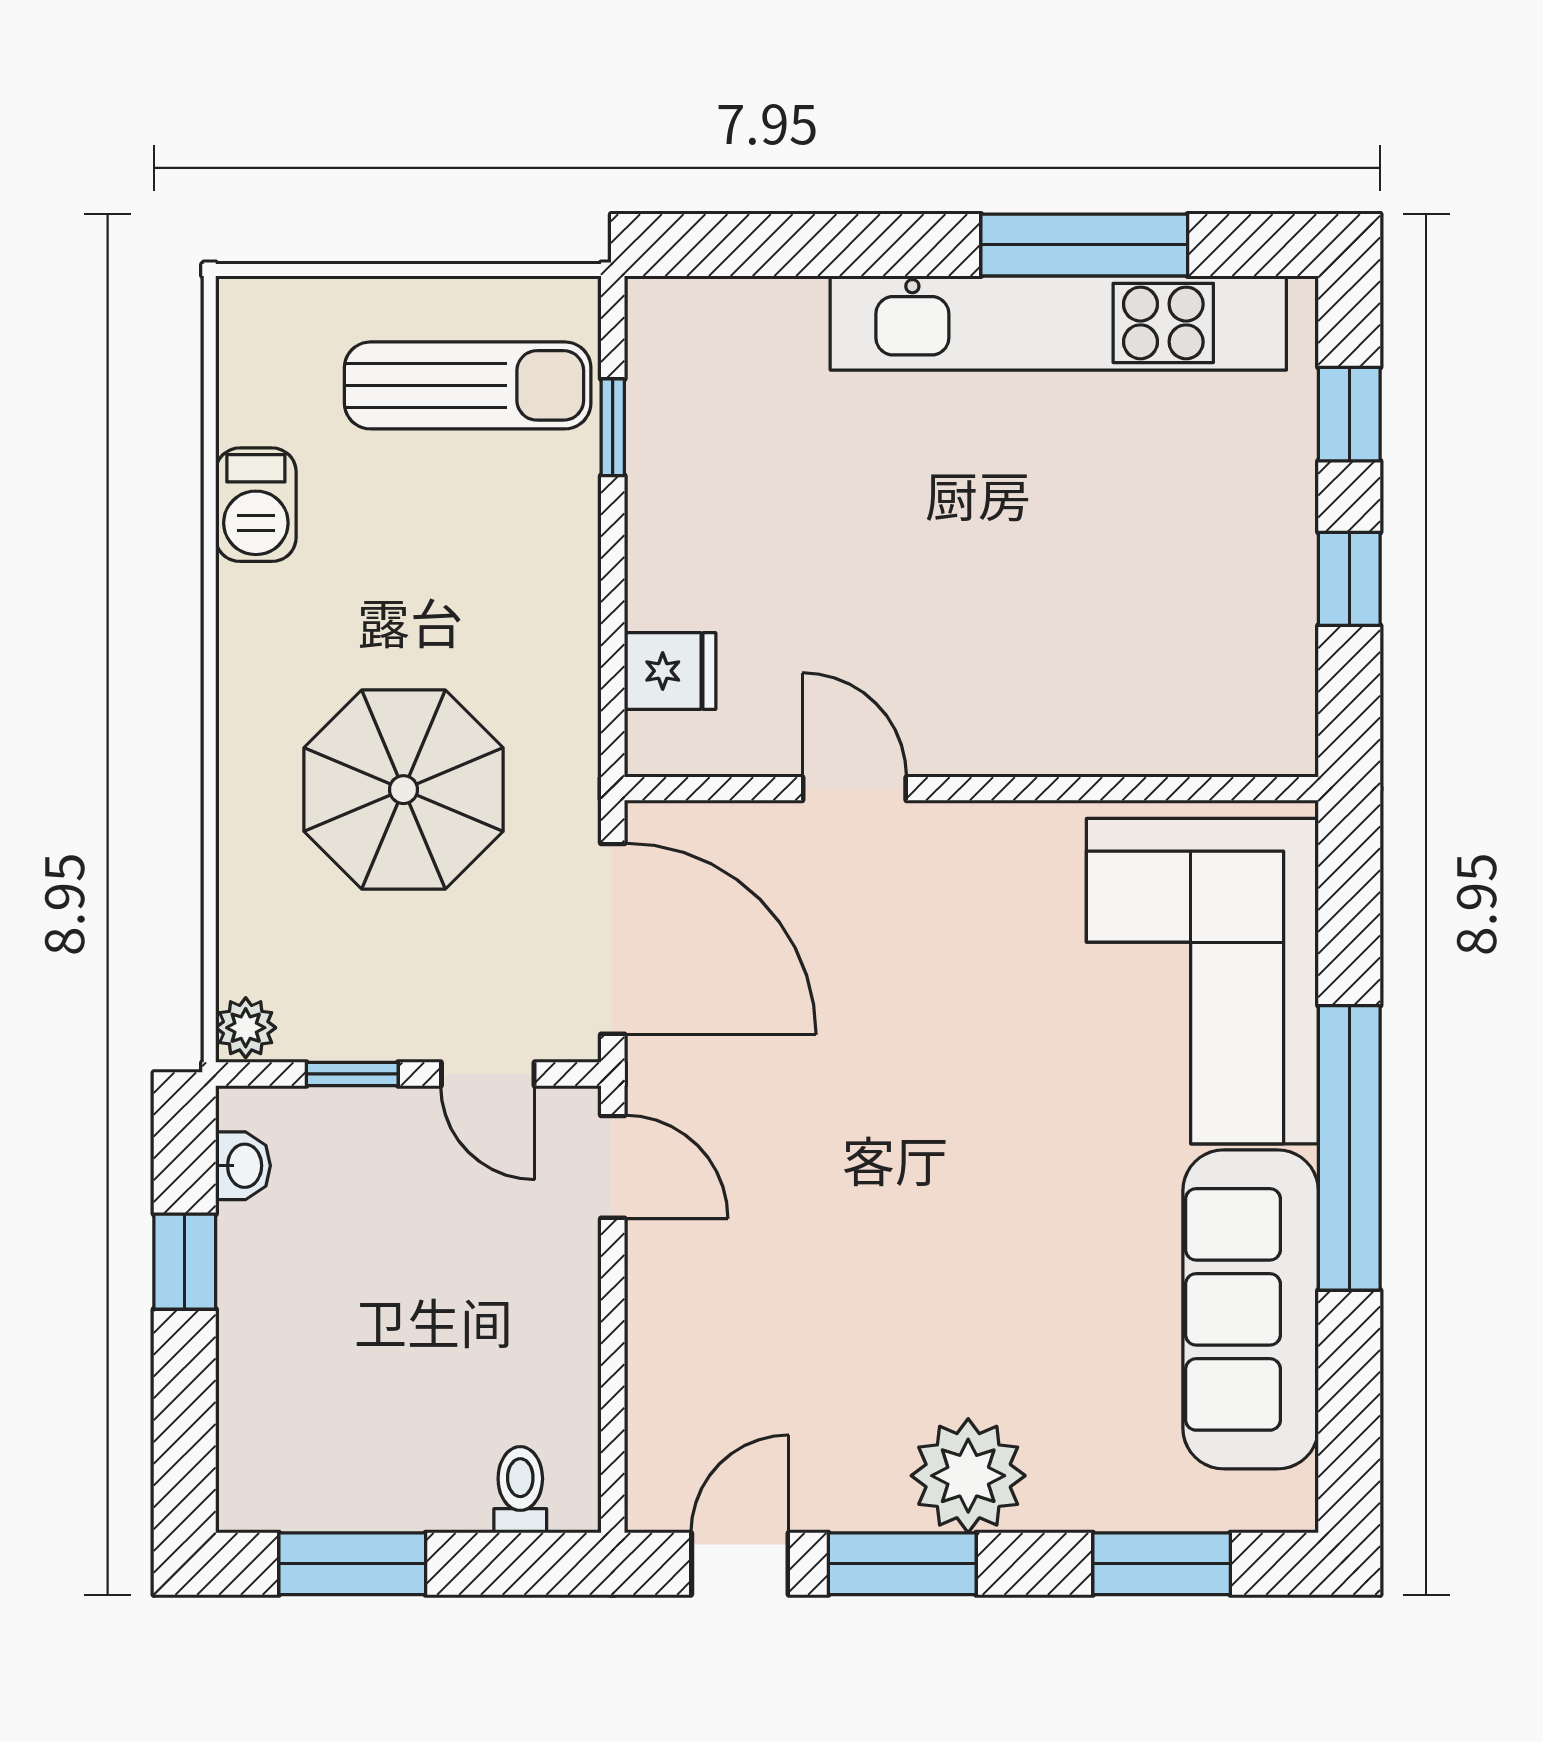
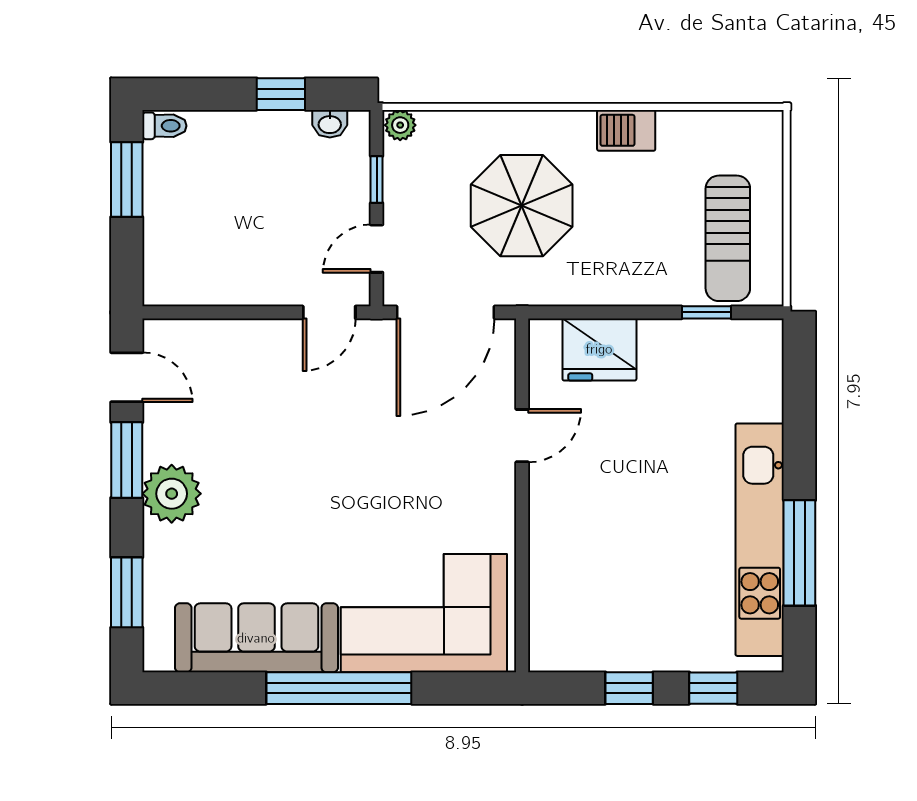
barbecue: (256, 505) -> (626, 130), moved
fridge: (670, 671) -> (599, 349), width x1.88, depth x1.34
toilet: (520, 1490) -> (164, 126), moved

